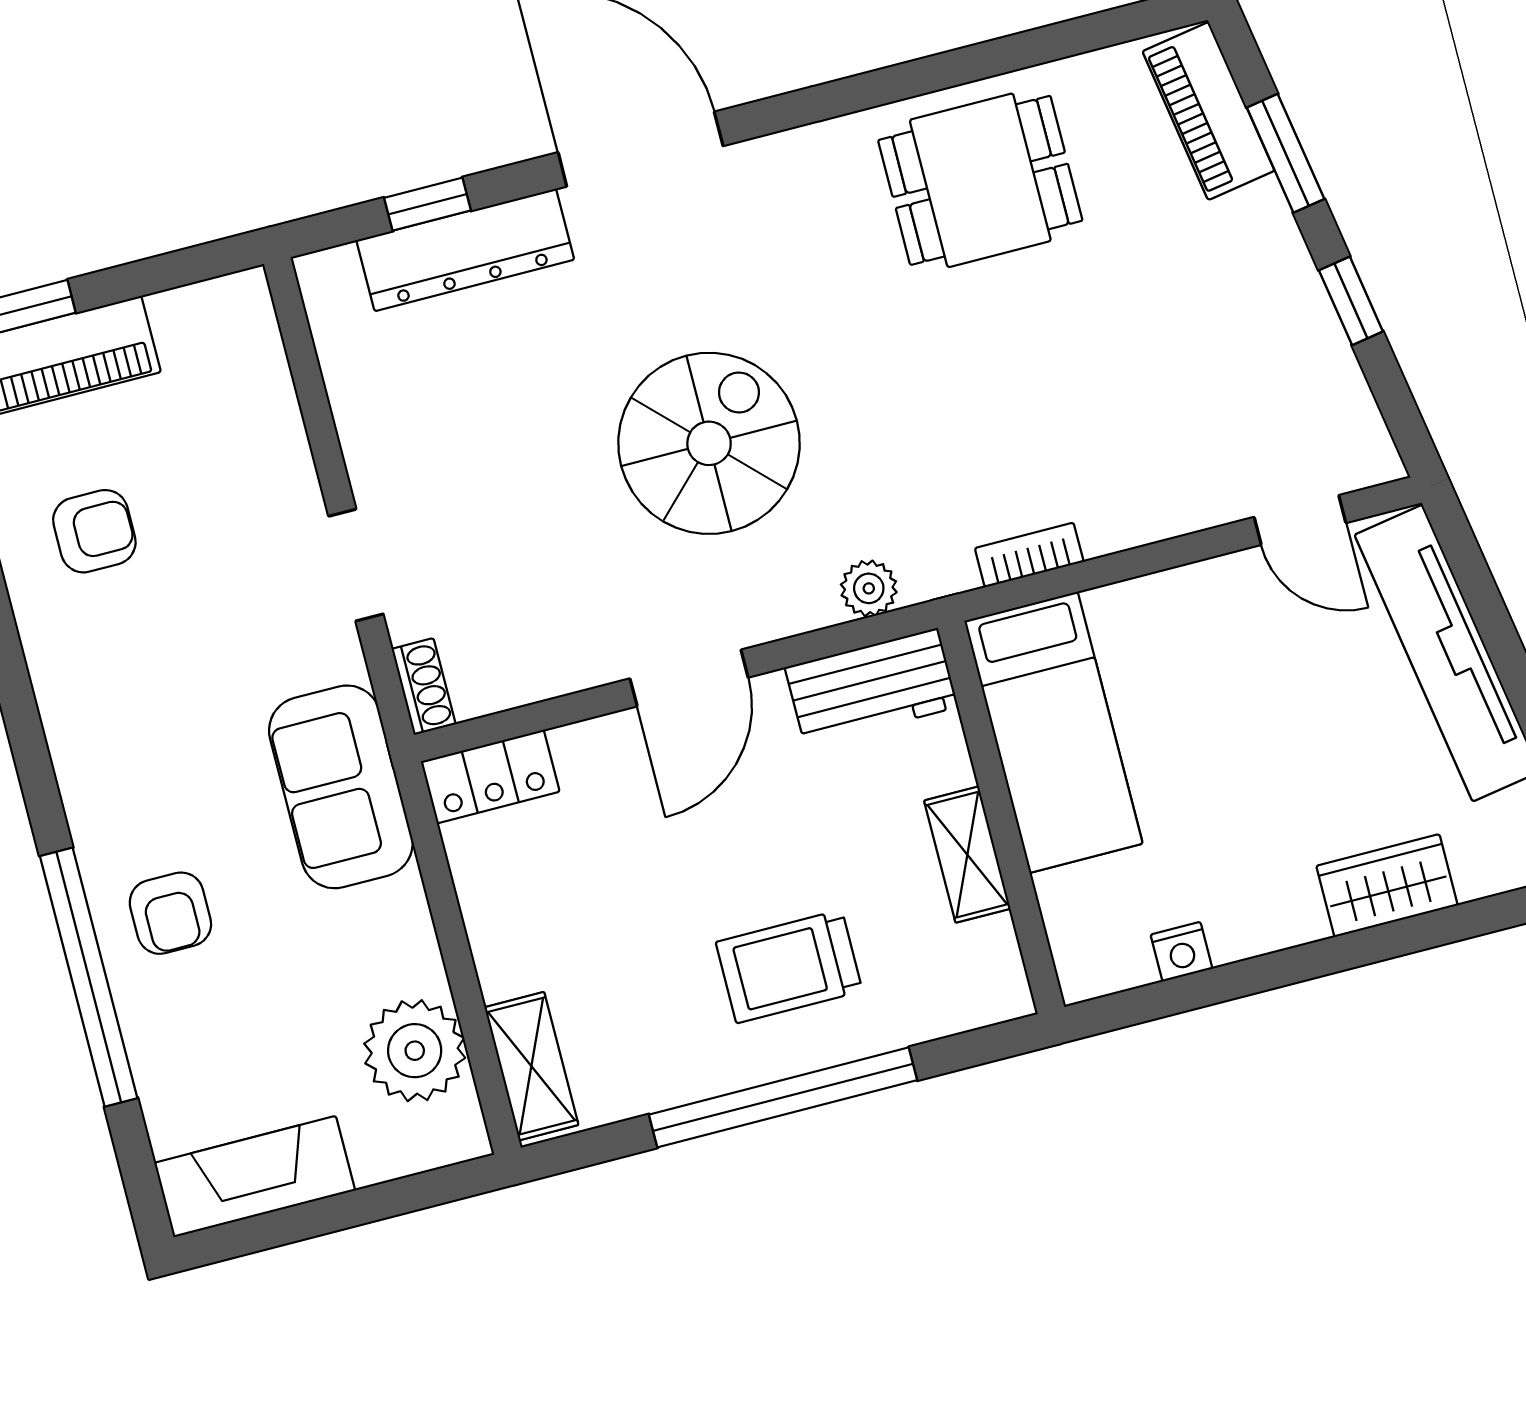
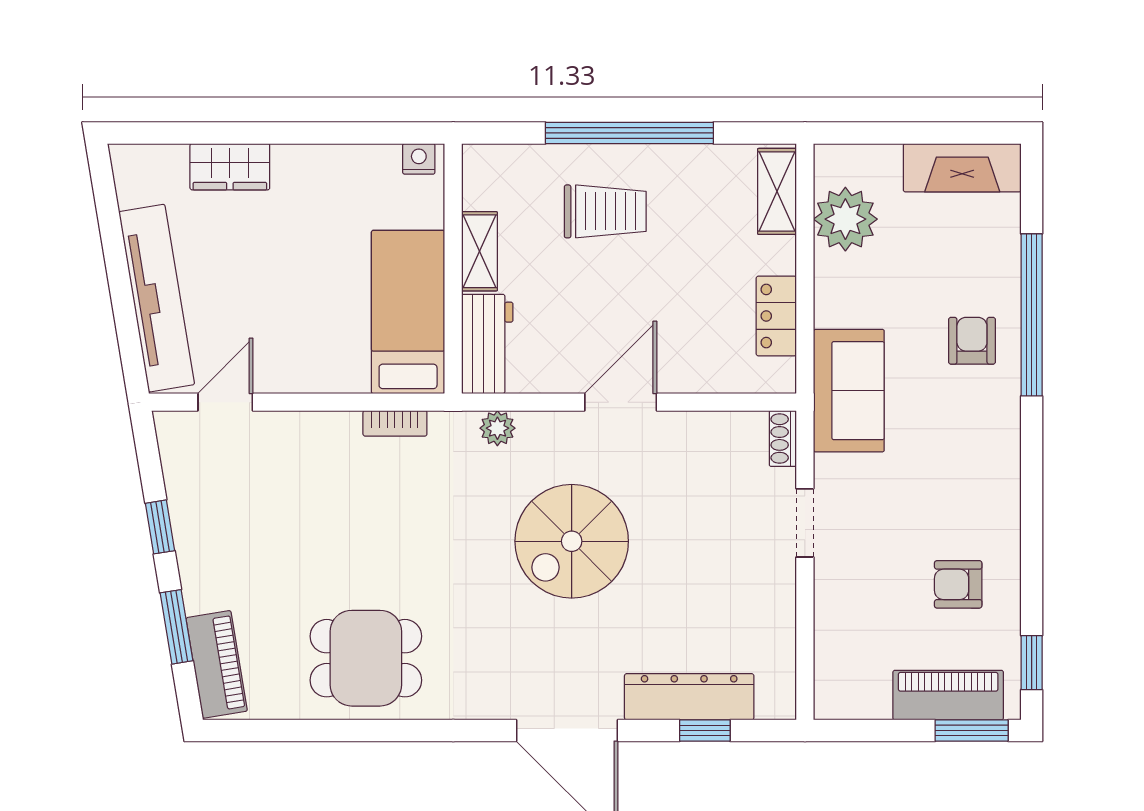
door: (1300, 520) -> (225, 402), hinge flipped
workbench: (872, 687) -> (487, 344), moved, turned 90
locker: (490, 777) -> (776, 316), moved, turned -90
nightstand: (1181, 952) -> (419, 159), moved

